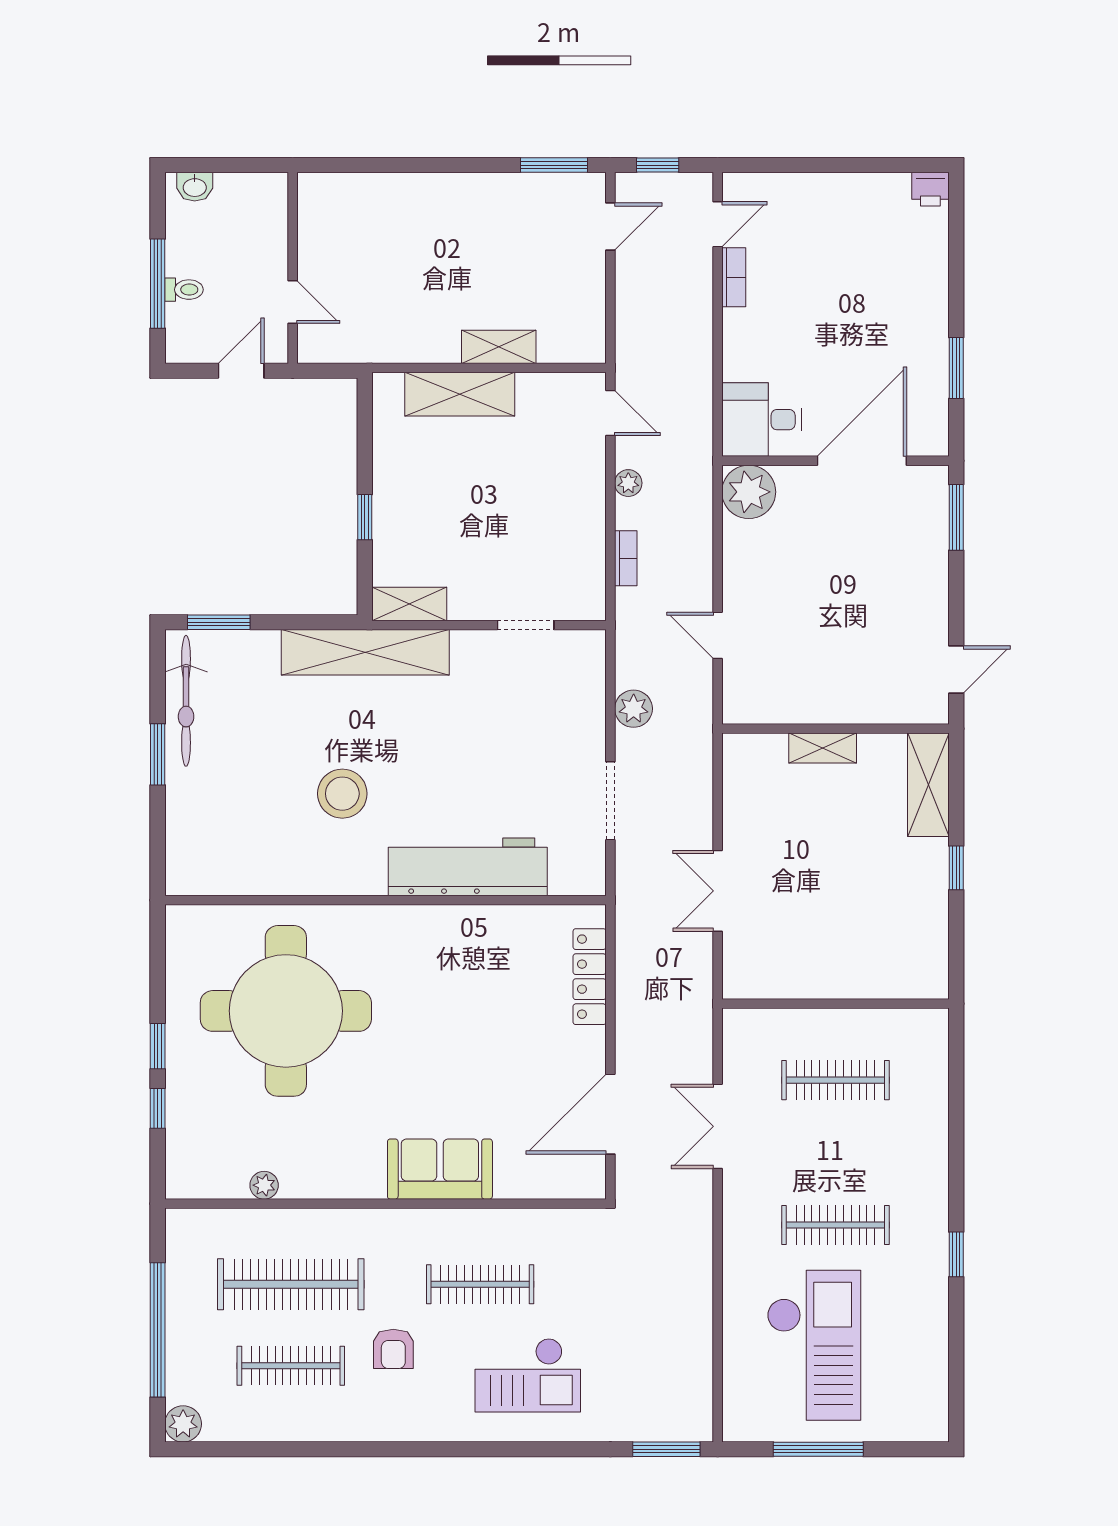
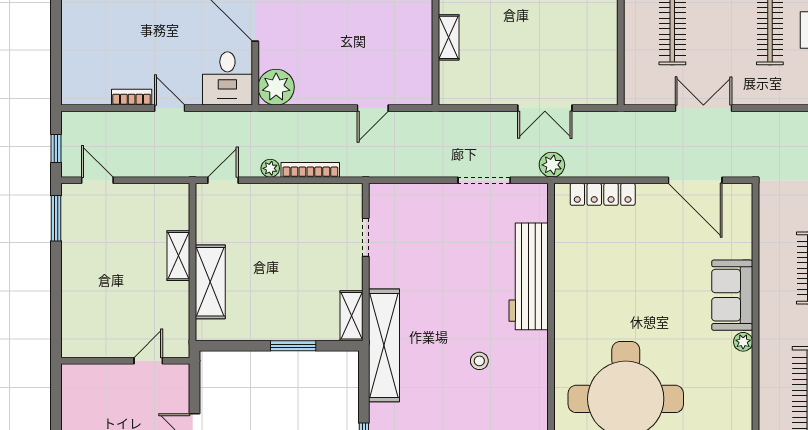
door: (718, 224) -> (170, 108), moved
wall: (293, 268) -> (125, 361), moved
door: (293, 302) -> (148, 361), moved
window: (365, 517) -> (293, 346), width x1.50
bookcase: (626, 558) -> (310, 170), width x1.56
plant: (634, 709) -> (552, 165), moved
stool: (342, 794) -> (479, 361), width x0.53, depth x0.53
double door: (718, 1126) -> (703, 108), swing flipped
plant: (264, 1185) -> (743, 342), moved

